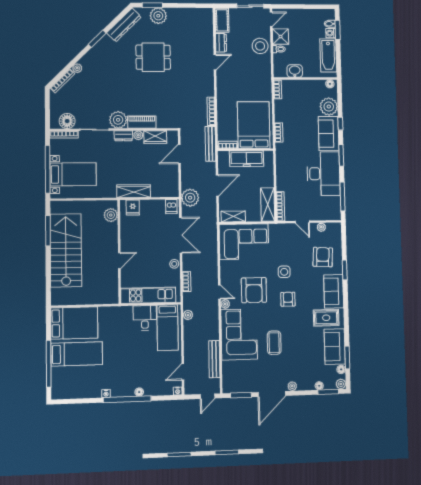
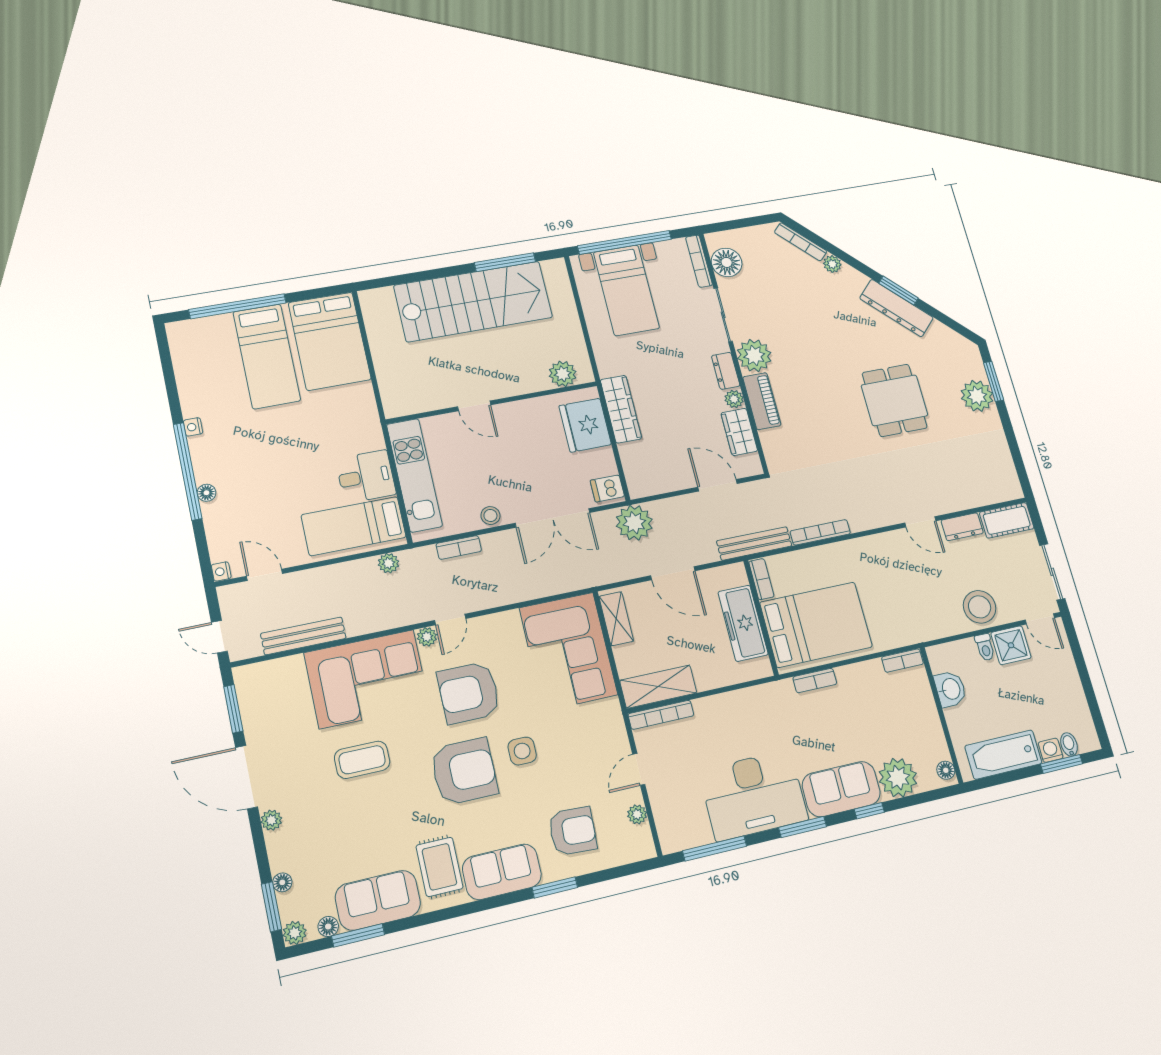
dresser: (124, 25) -> (896, 308), moved
fridge: (133, 207) -> (585, 425), width x1.88, depth x1.34
armchair: (288, 299) -> (464, 771), width x1.88, depth x1.88

